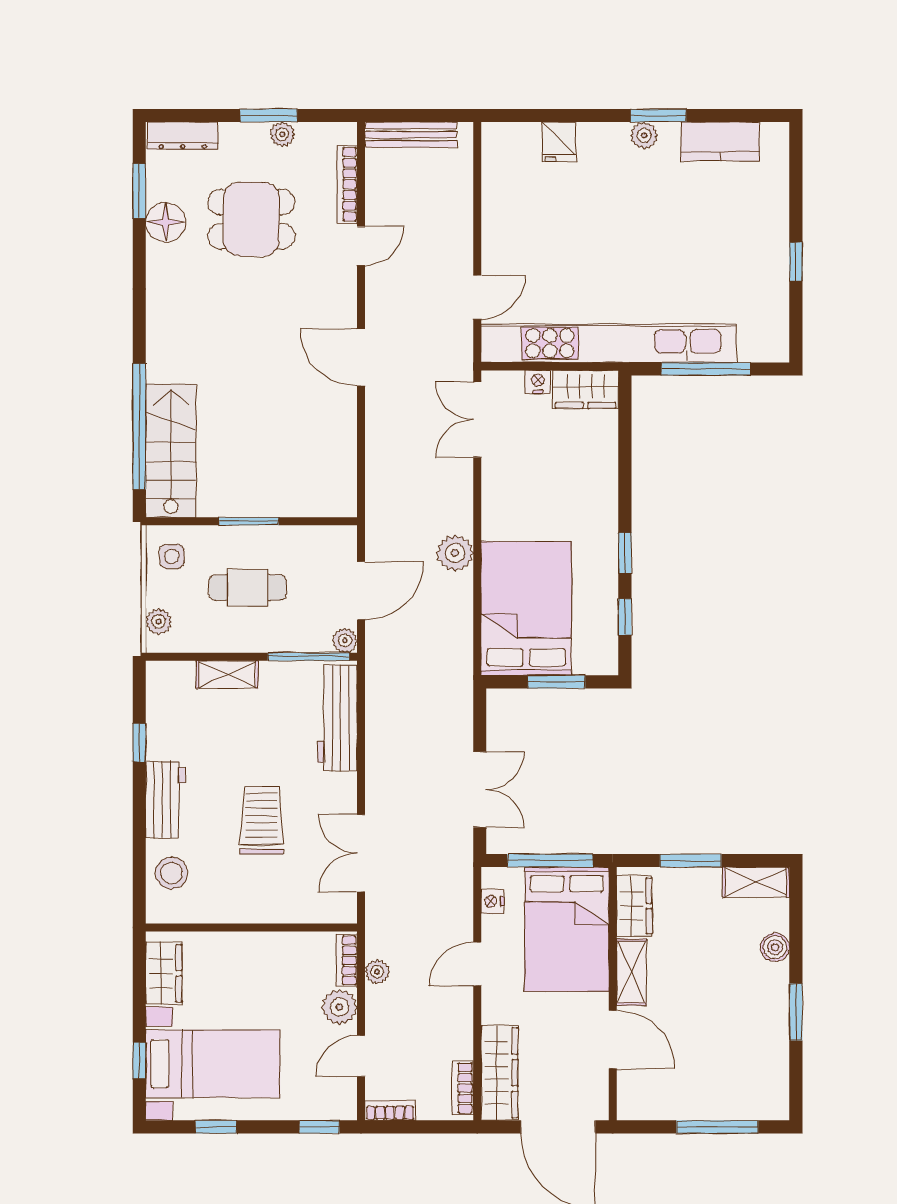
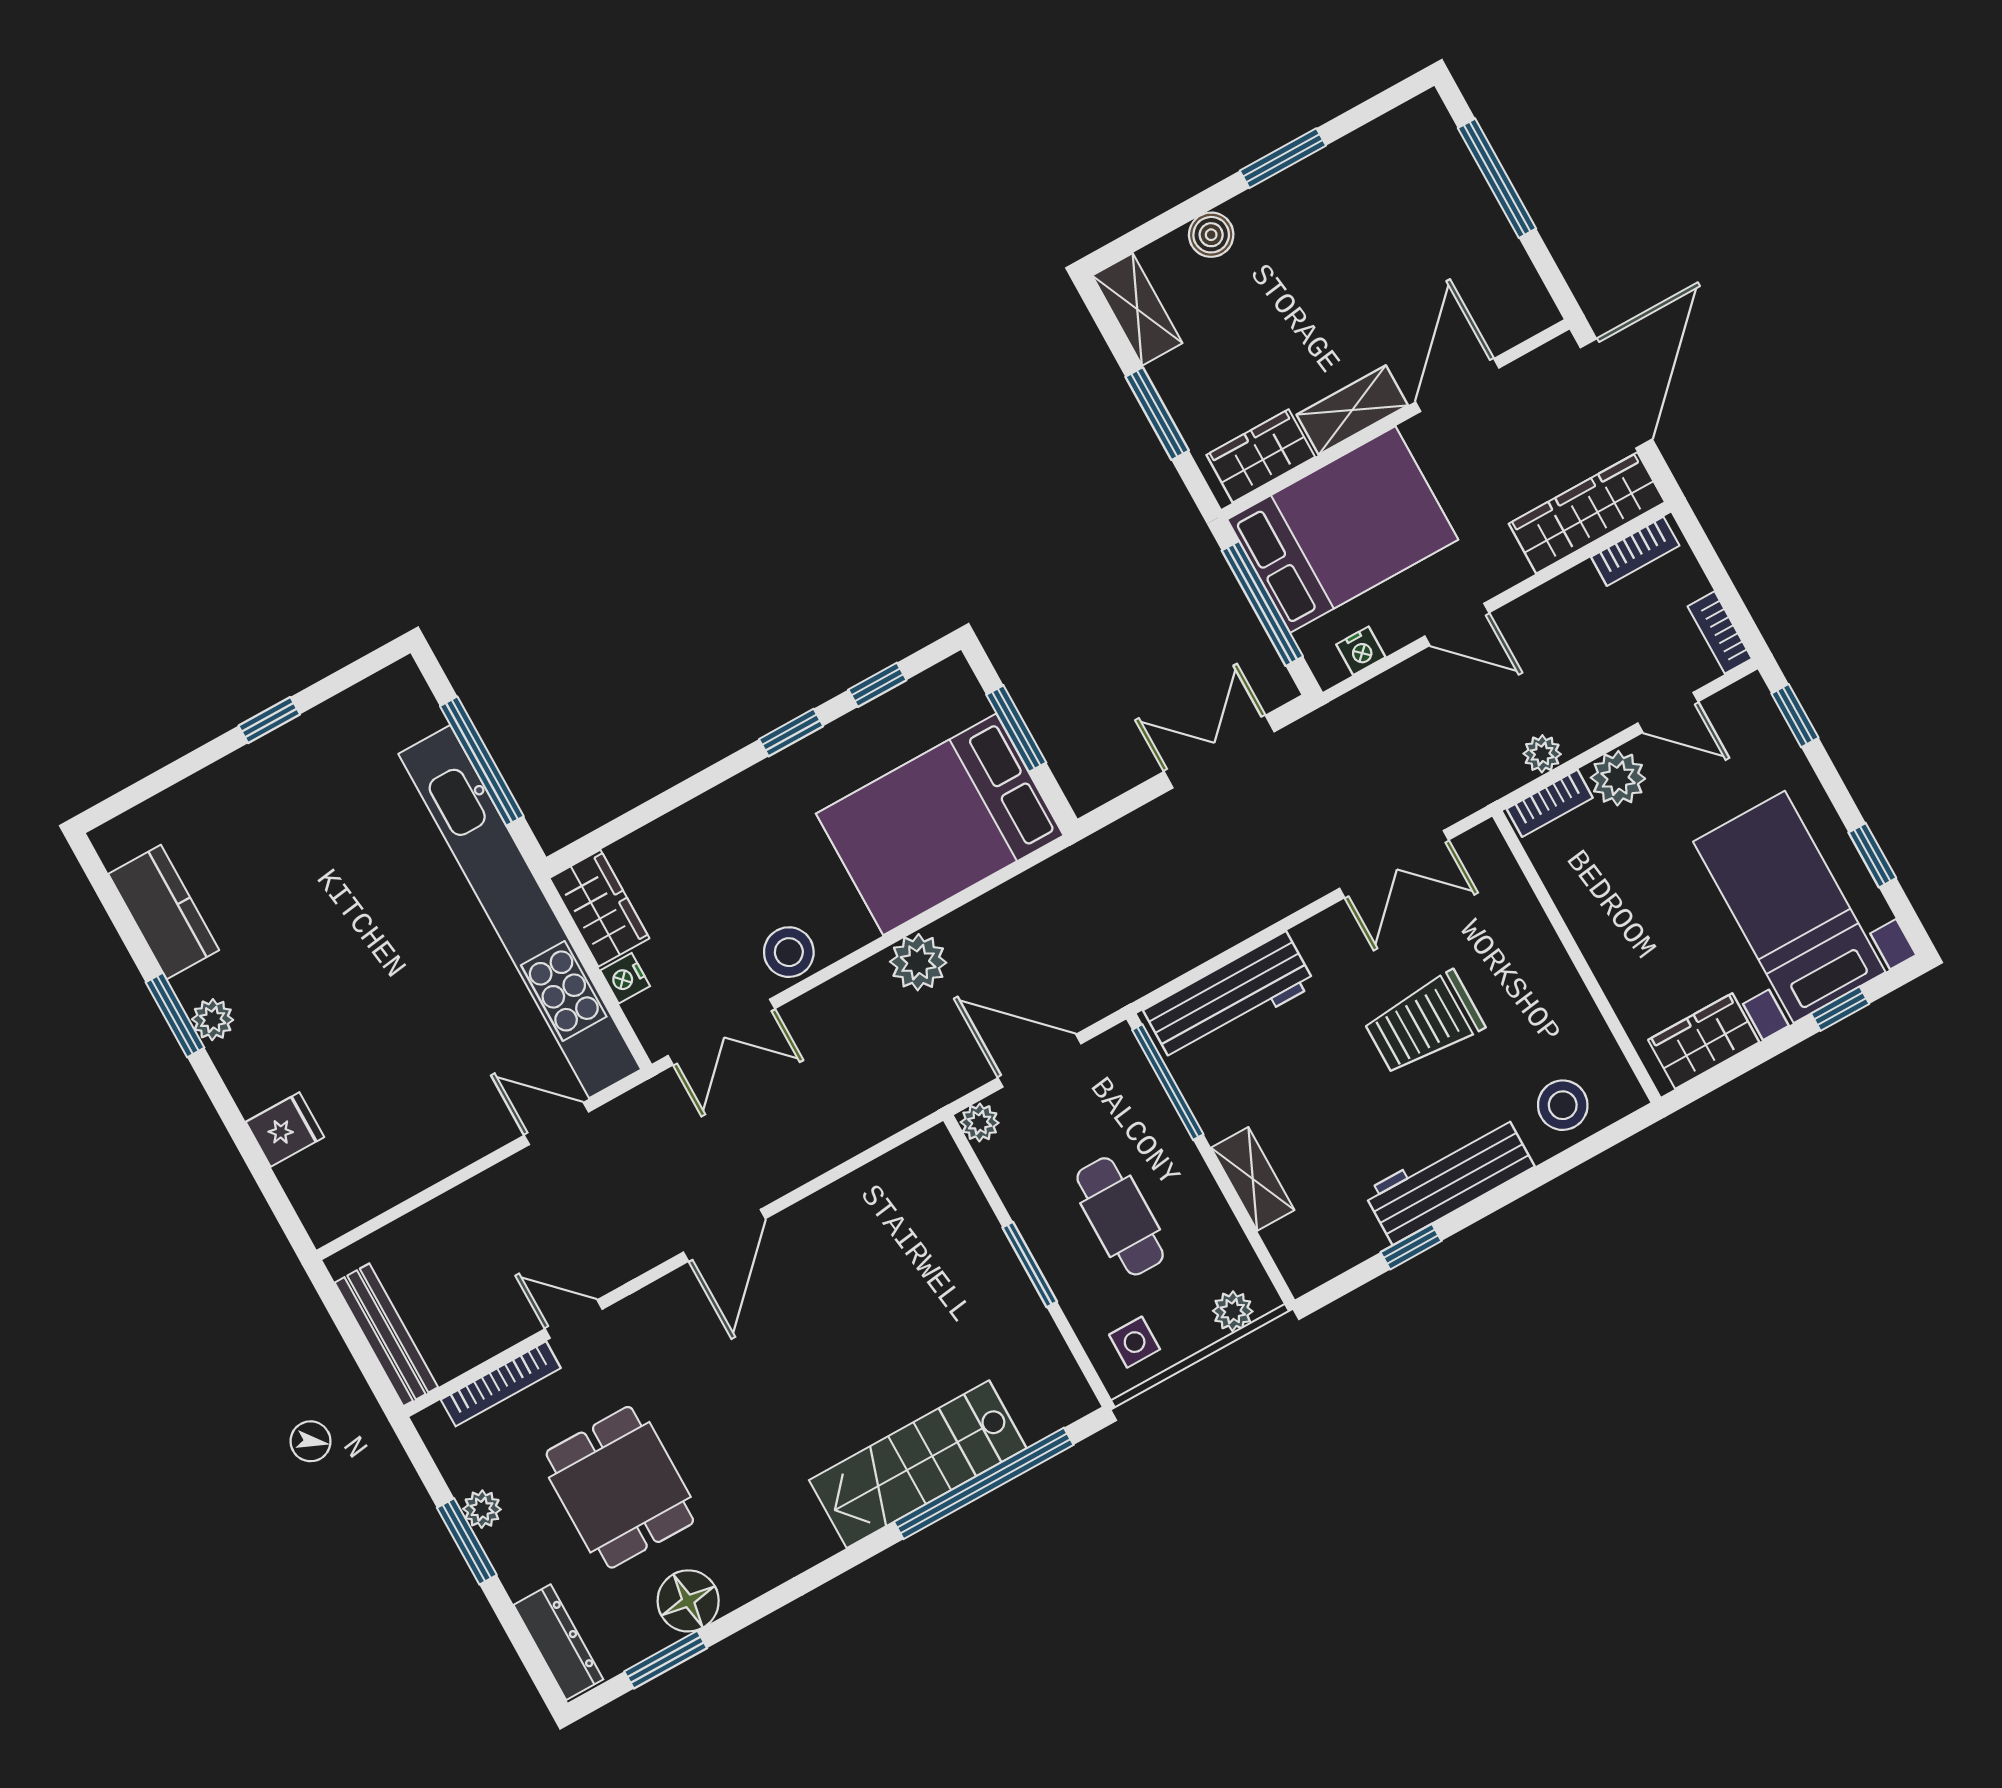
stairs: (171, 451) -> (918, 1464), moved
stool: (501, 483) -> (789, 952), added
plant: (345, 640) -> (980, 1123), moved
workbench: (165, 800) -> (1449, 1179), width x1.37

